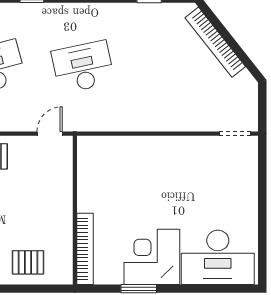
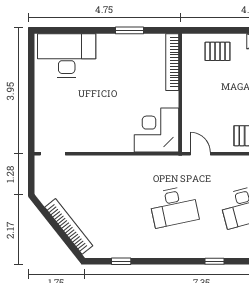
door: (50, 134) -> (200, 154), swing flipped
corner desk: (152, 257) -> (157, 130), moved, turned 180

